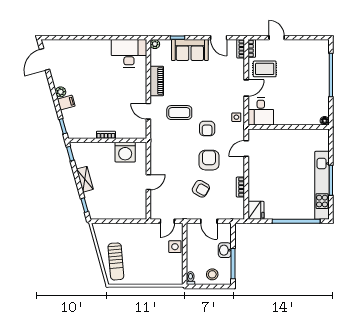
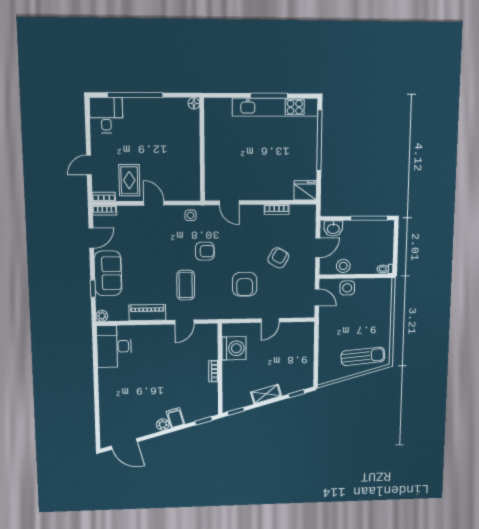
desk: (261, 112) -> (106, 115), moved, turned -90
armchair: (209, 160) -> (245, 284), moved, turned -90
door: (148, 182) -> (270, 320), swing flipped
washbasin: (225, 250) -> (333, 228), moved
stool: (212, 274) -> (343, 266), moved

